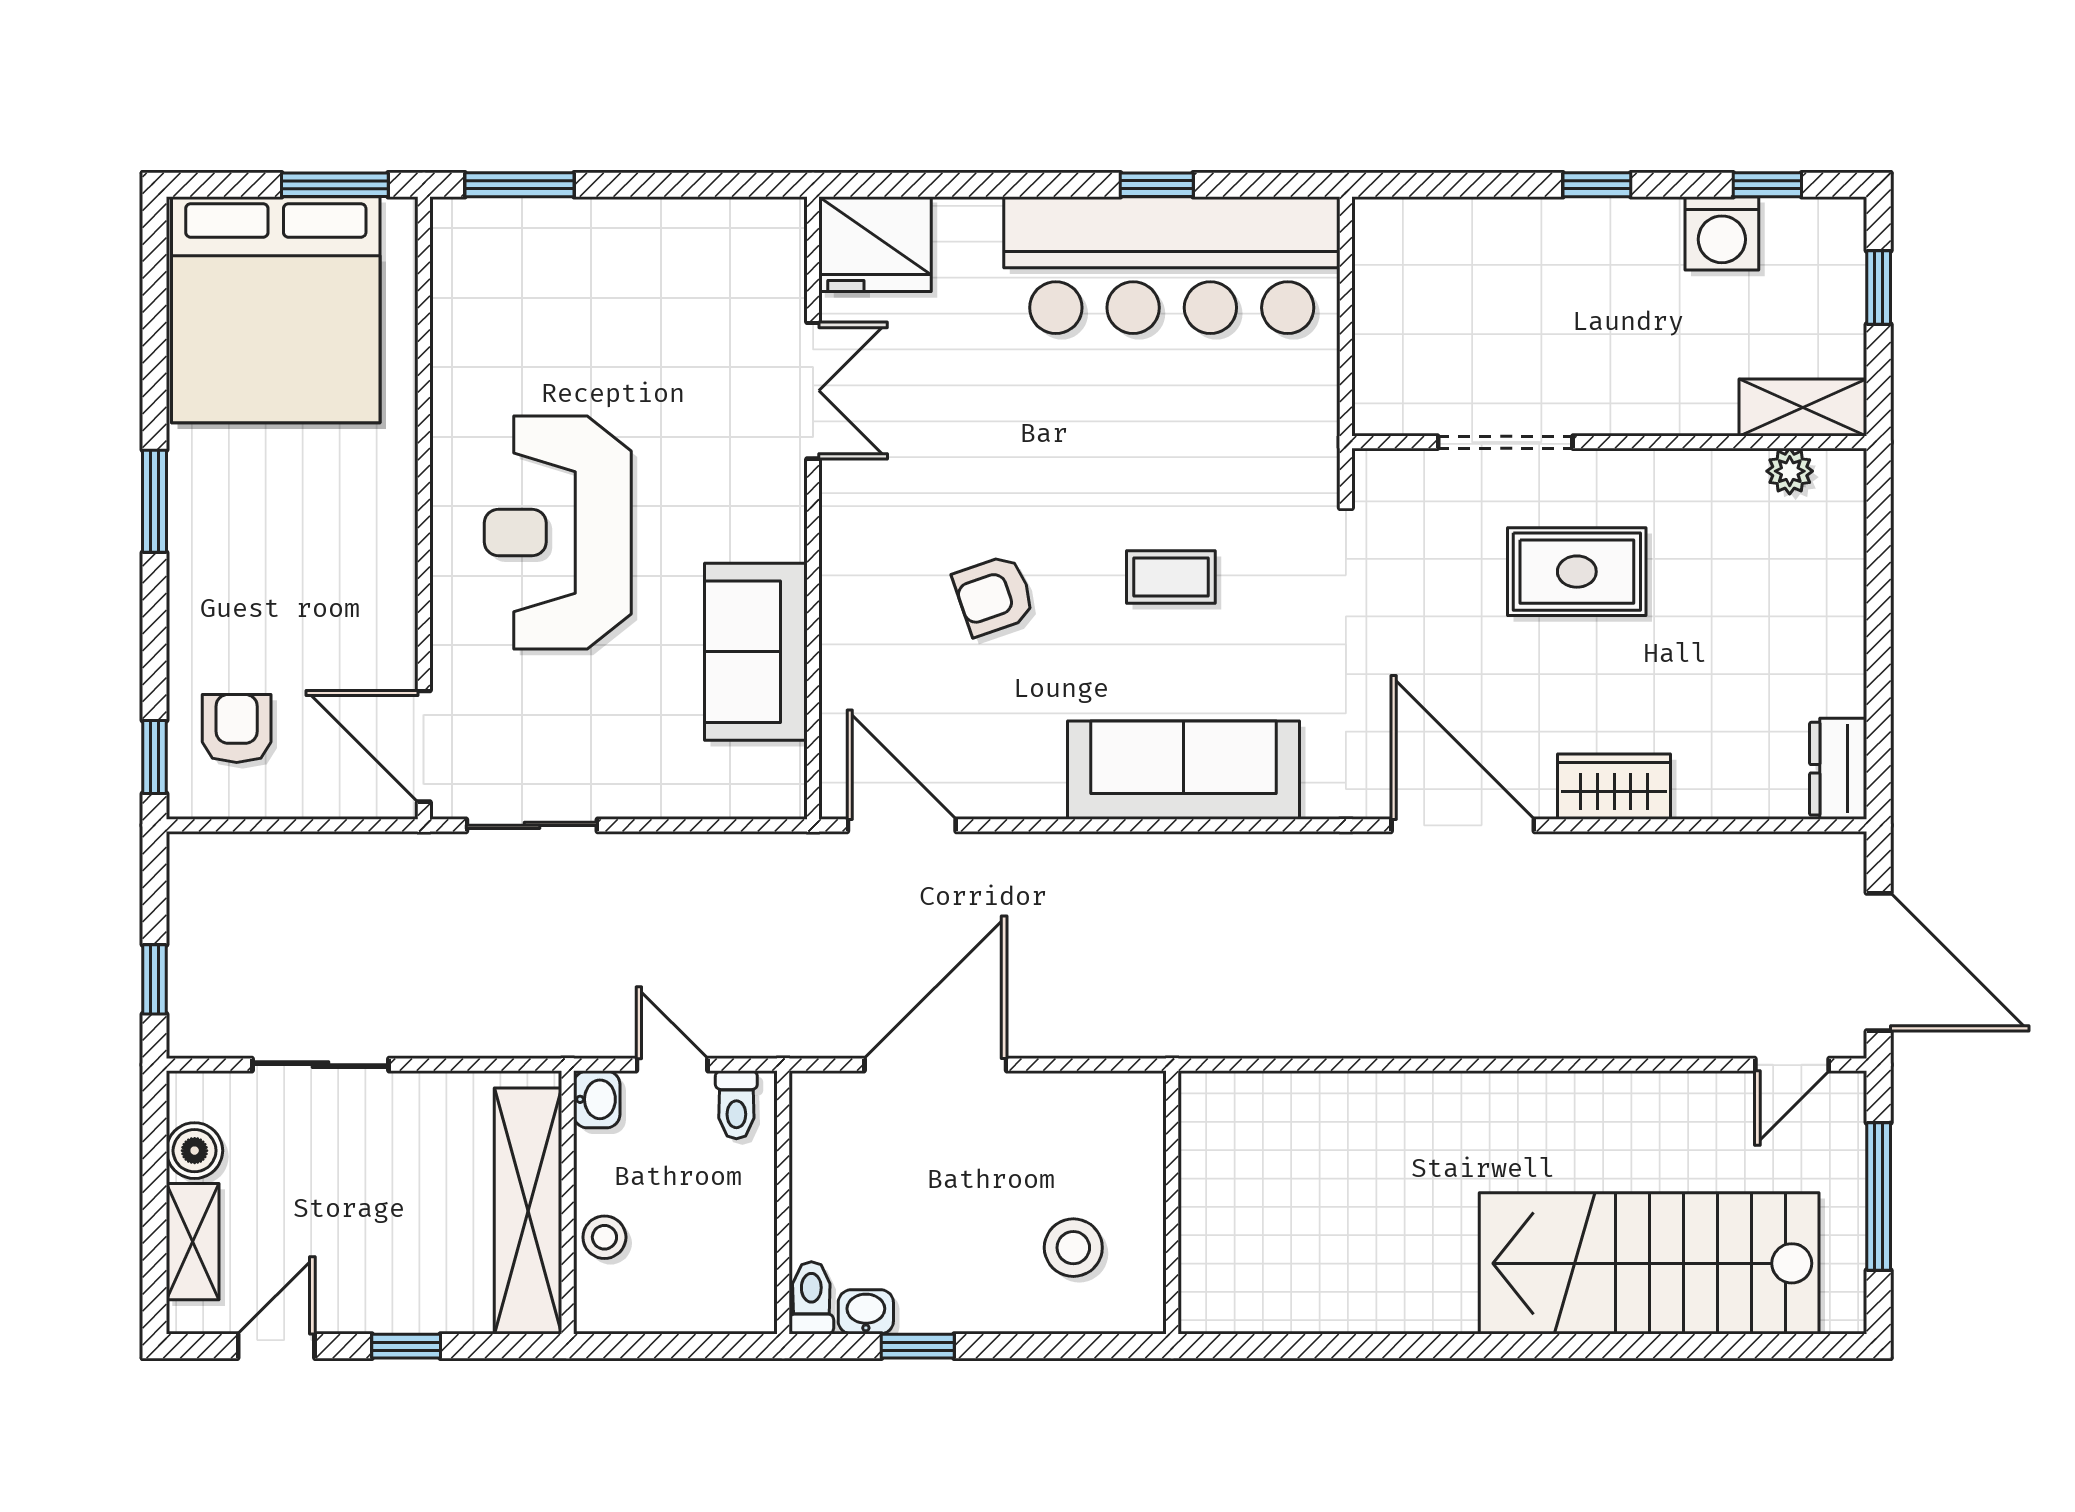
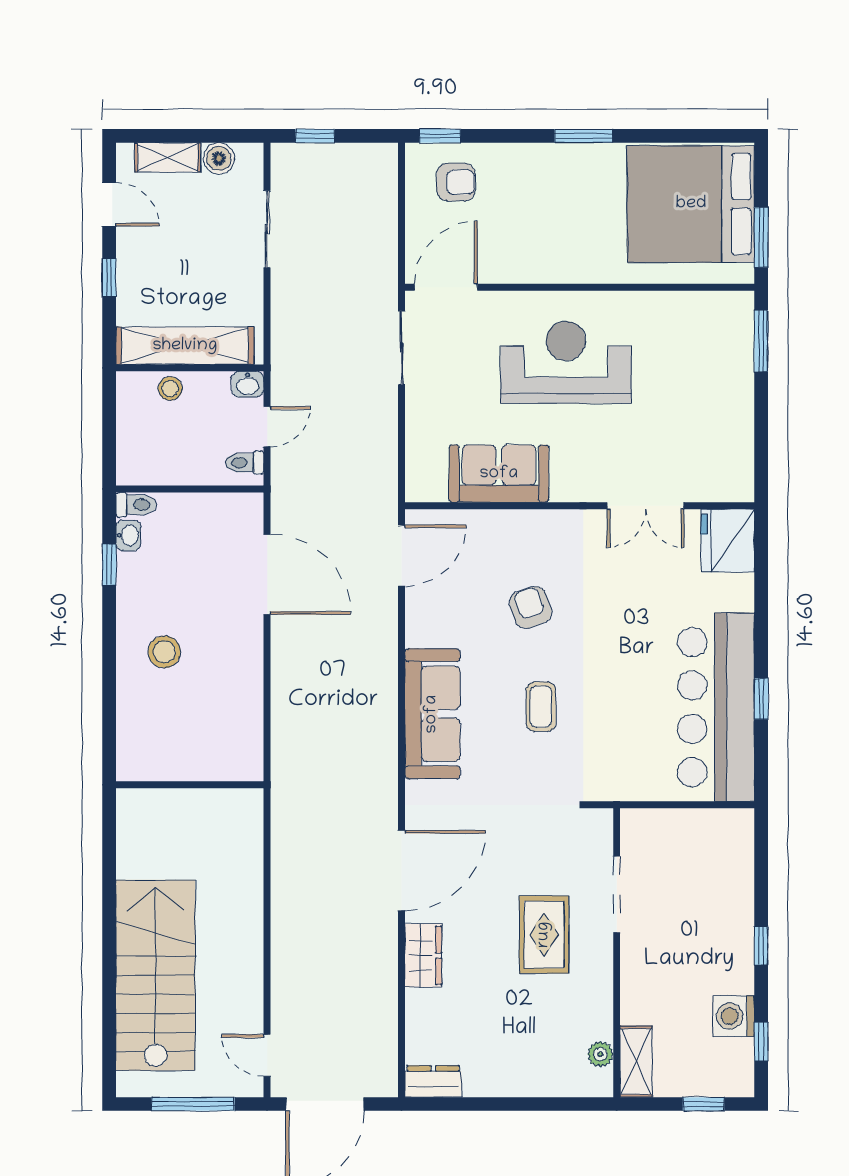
wall: (1172, 1202) -> (190, 785), moved

